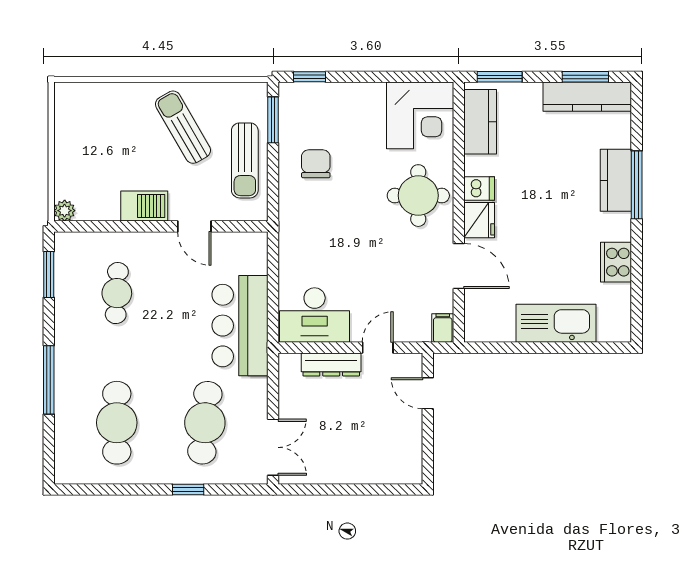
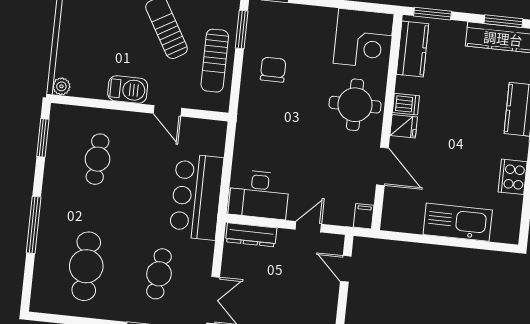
fridge: (479, 220) -> (404, 126), width x0.72
dresser: (331, 364) -> (251, 235), moved
cafe table: (205, 423) -> (159, 274), width x0.73, depth x0.74

